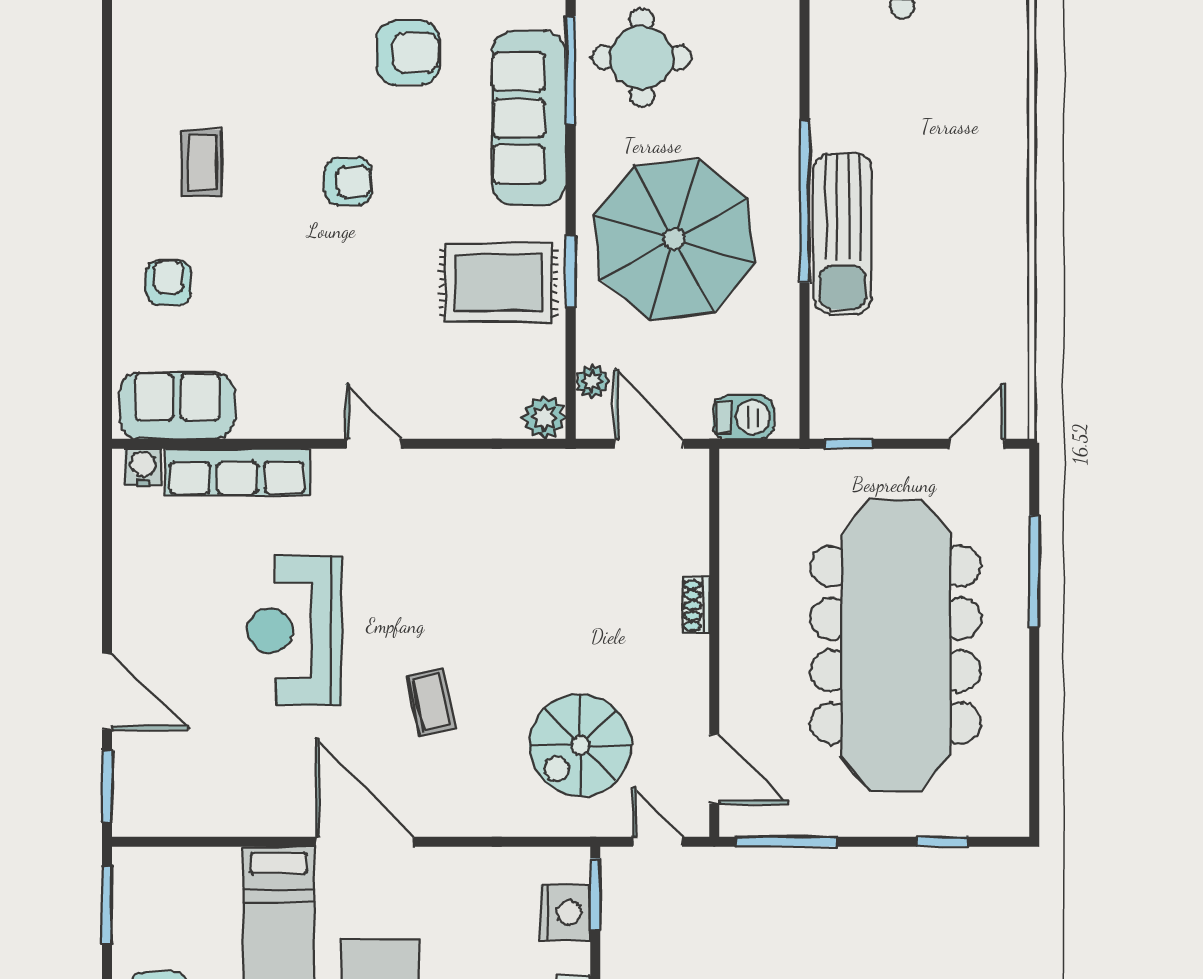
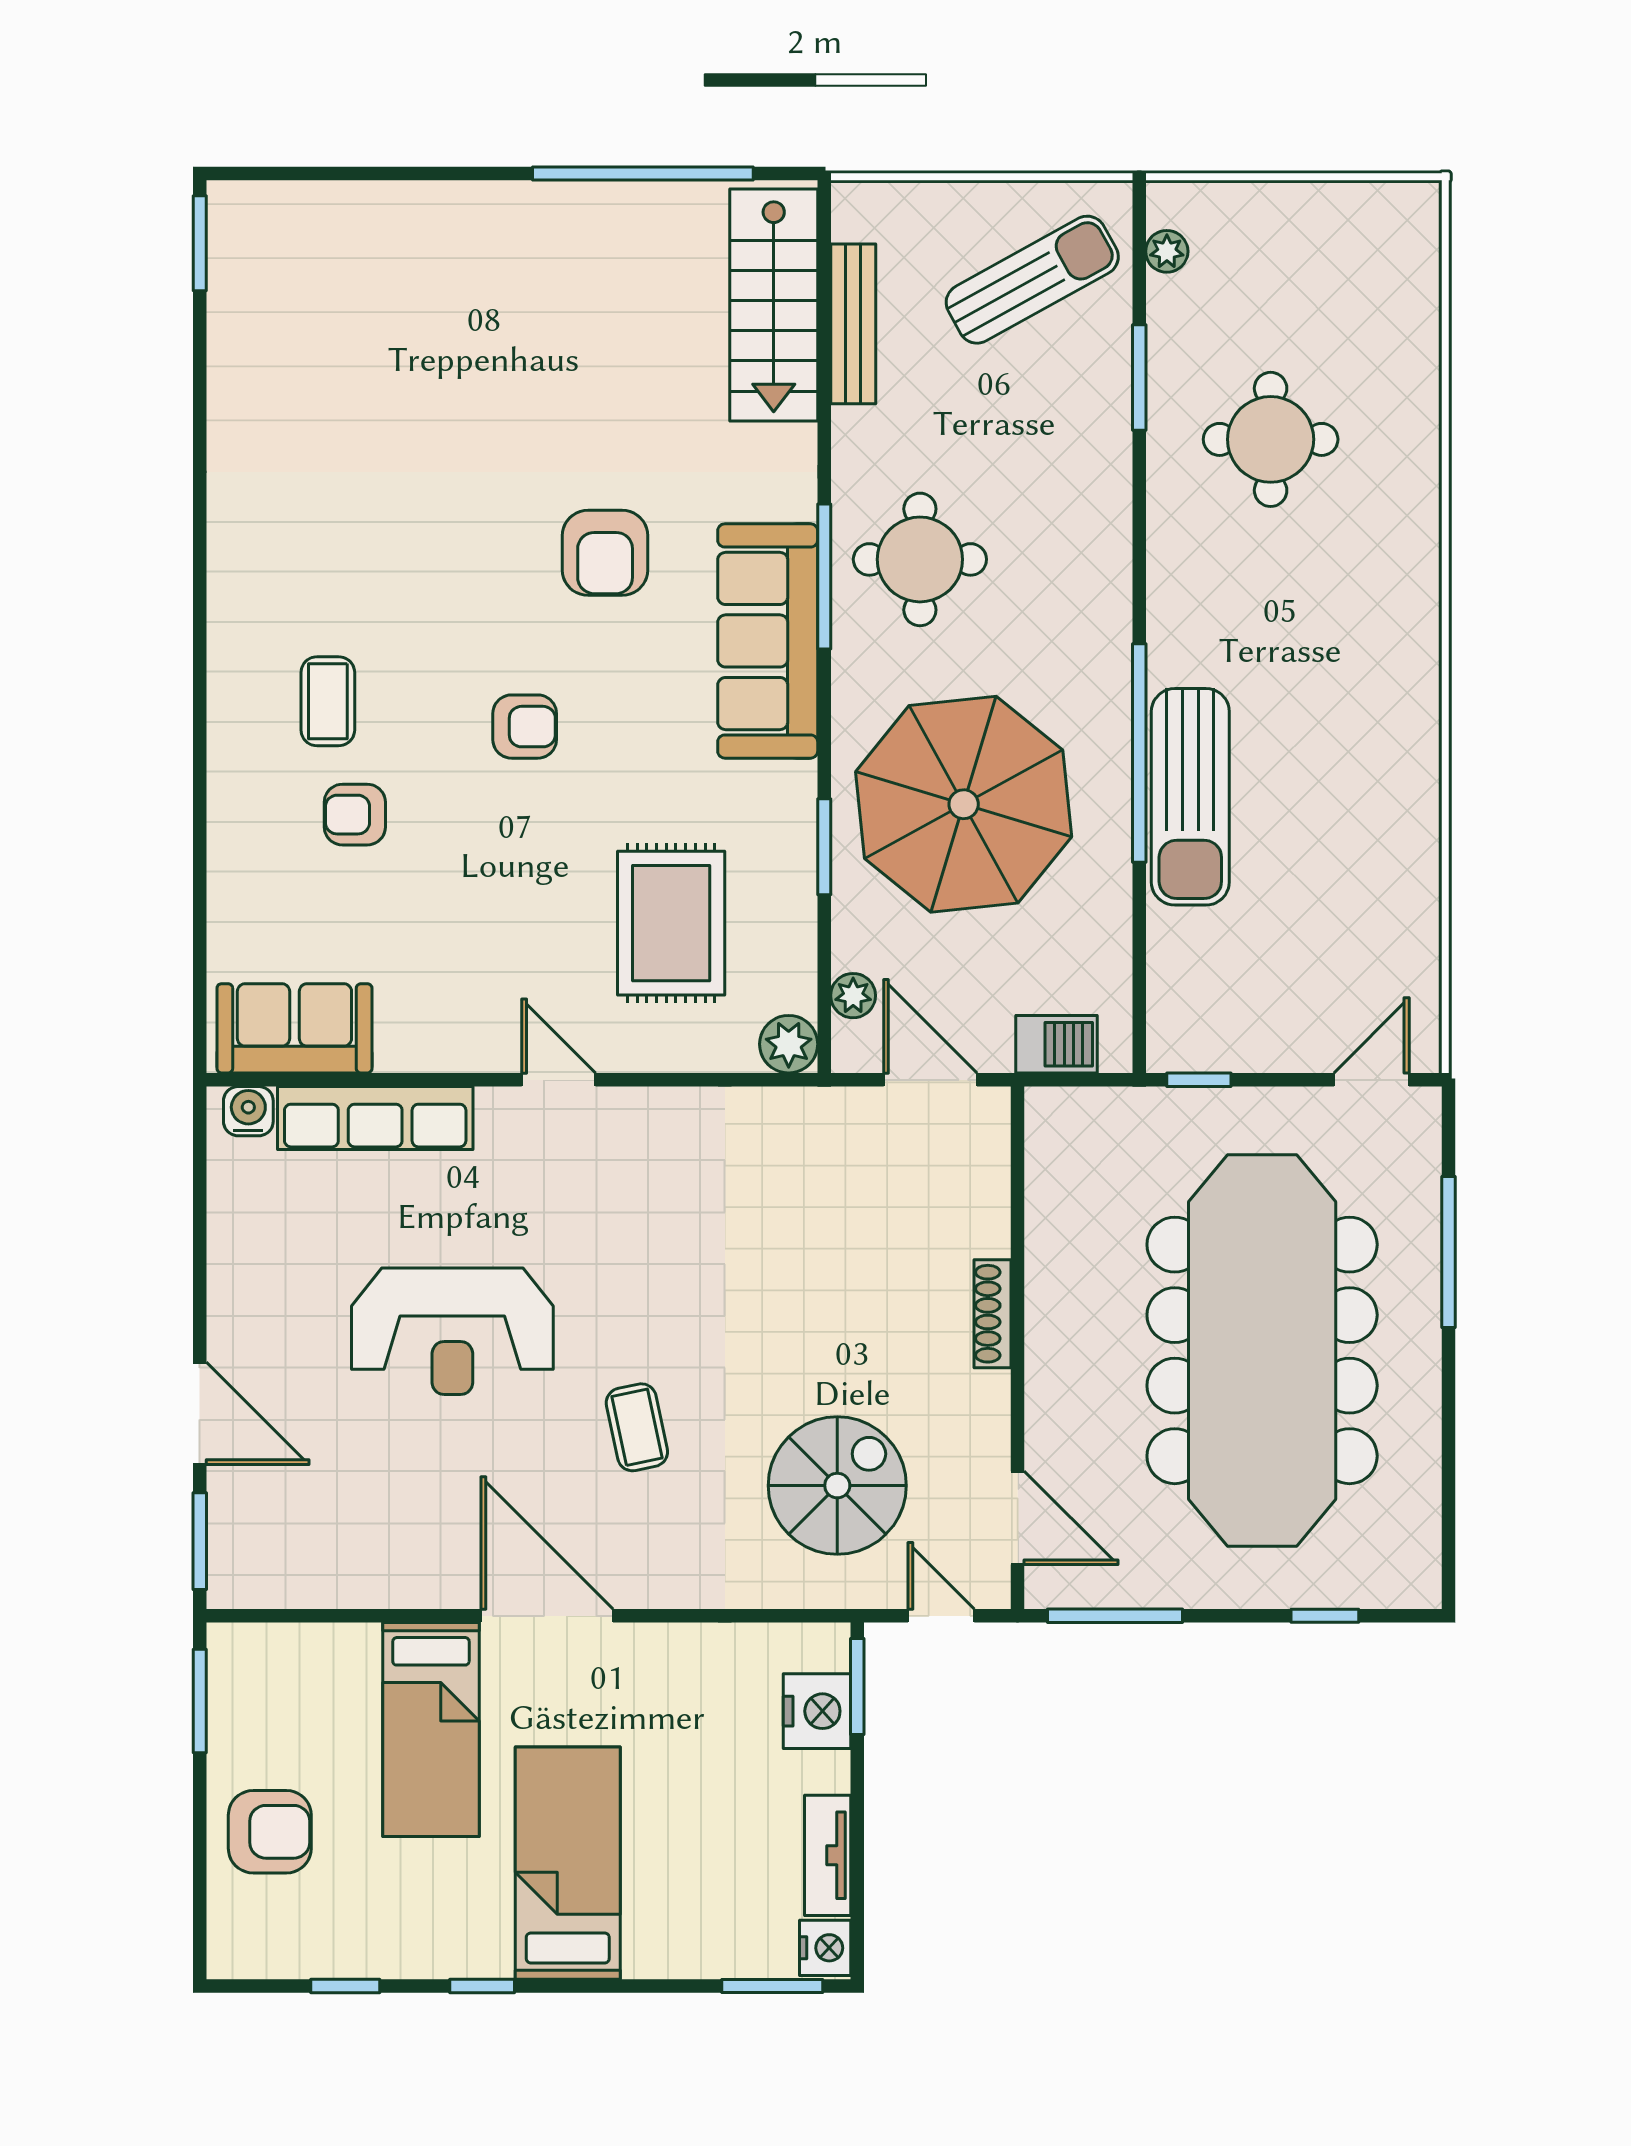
armchair: (408, 53) -> (605, 553), turned 90
armchair: (169, 282) -> (355, 815), moved, turned -90
rug: (499, 283) -> (671, 923), moved, turned 90
shoe rack: (696, 605) -> (993, 1314), width x1.43
reception desk: (295, 631) -> (452, 1331), turned -90
spiral stairs: (580, 745) -> (837, 1486), turned 180

